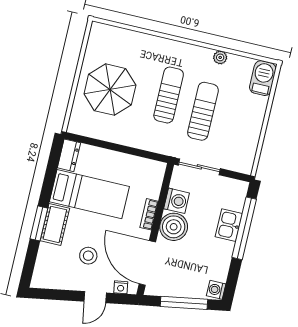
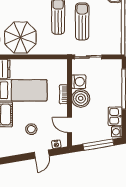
parasol: (110, 90) -> (20, 37), moved
kitchen sink: (229, 225) -> (115, 116), moved
door: (147, 263) -> (70, 125), width x0.53

